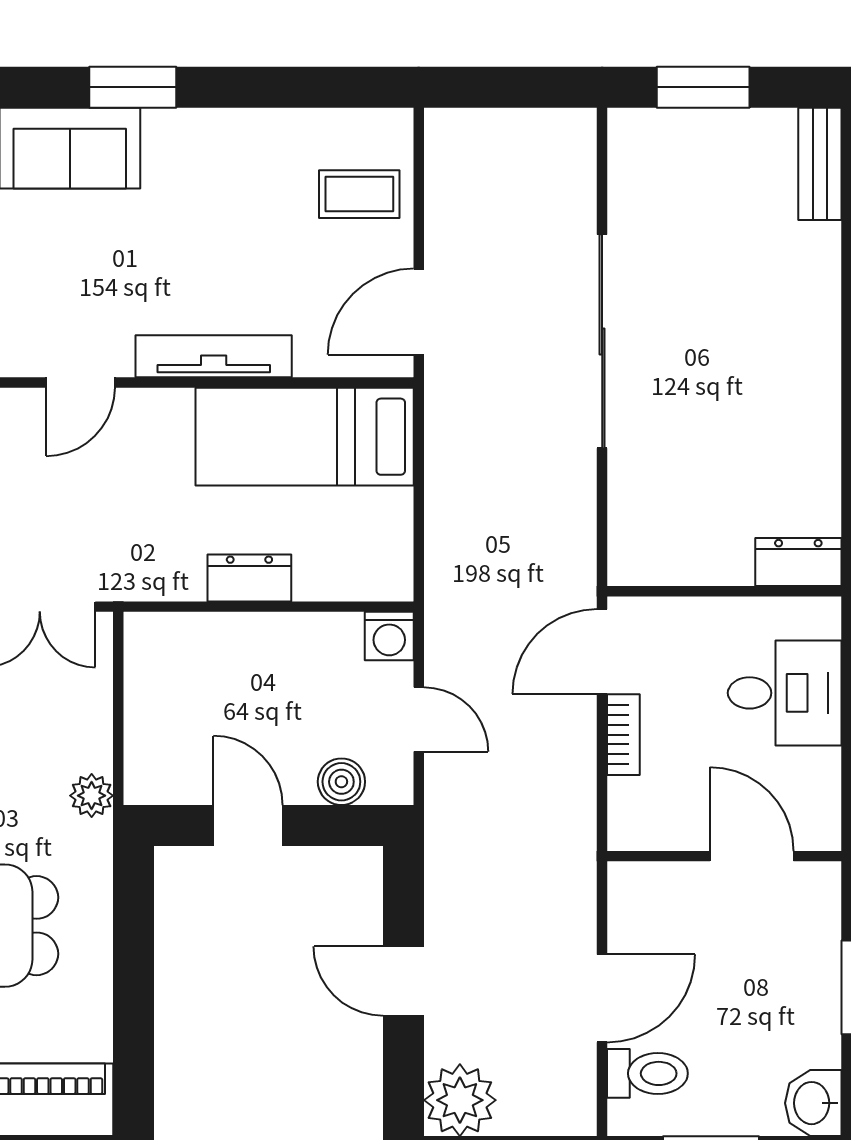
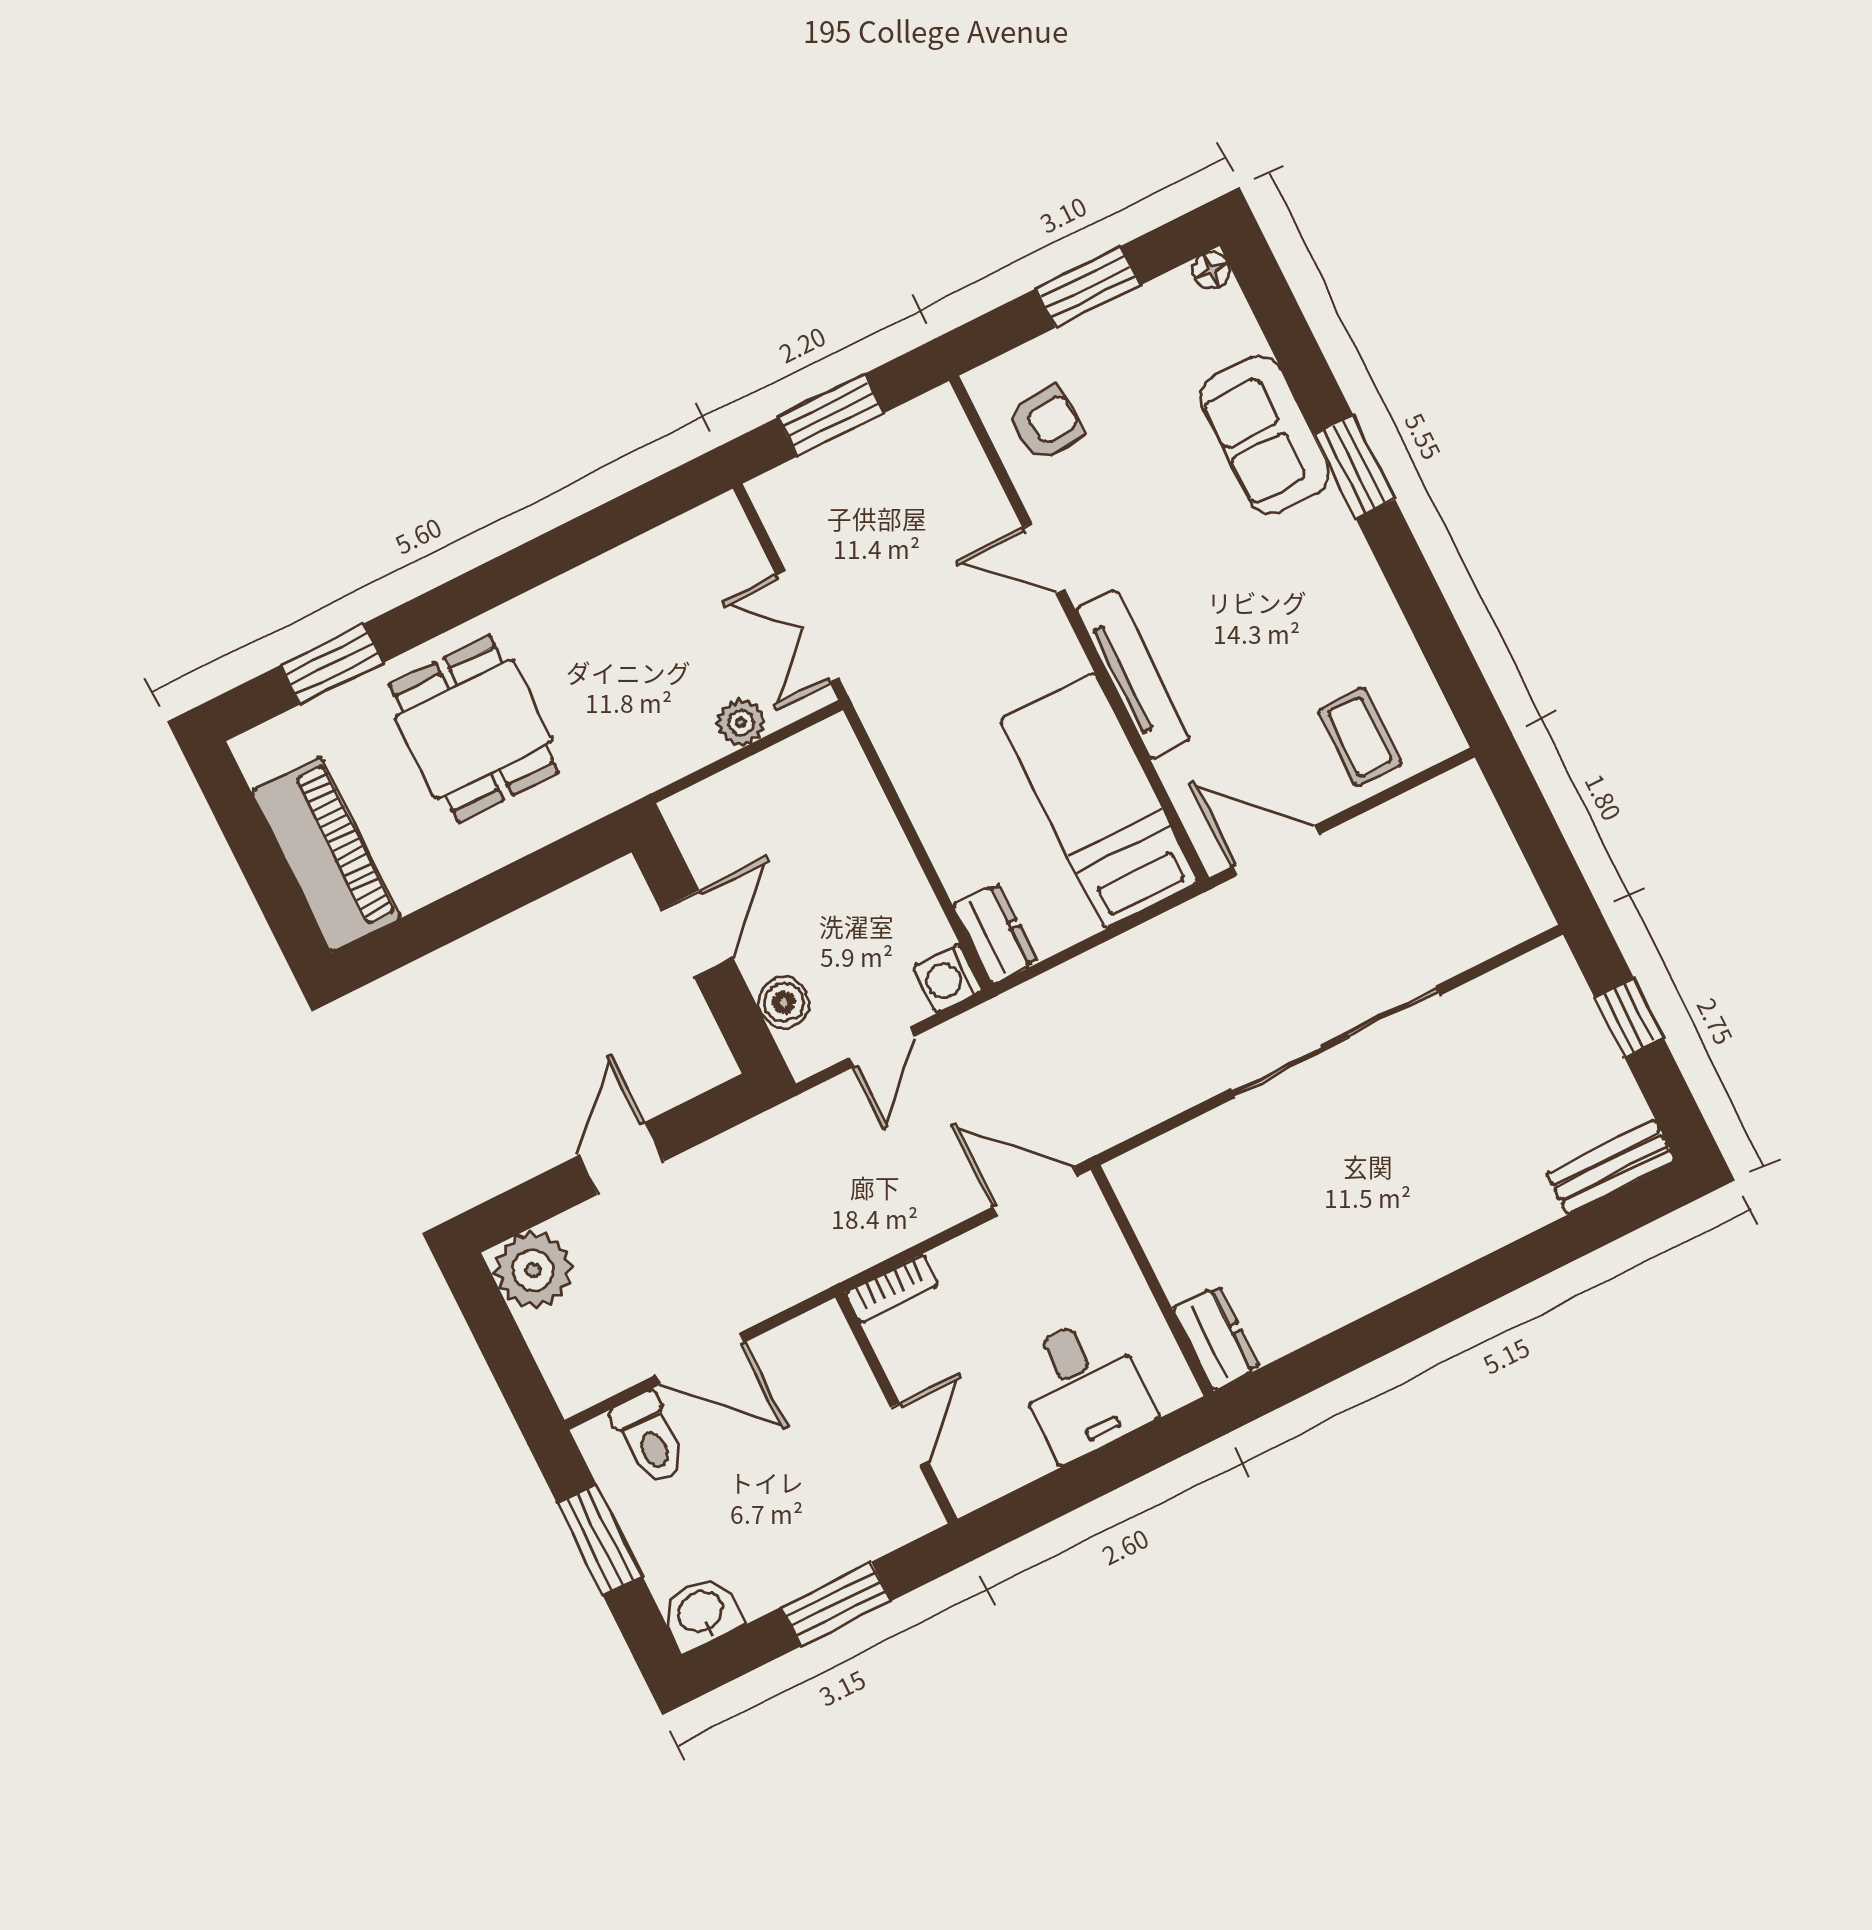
window: (703, 87) -> (1629, 1017), width x0.67
dresser: (249, 578) -> (995, 934), moved
bookcase: (623, 735) -> (892, 1289), moved
plant: (92, 796) -> (741, 723), moved
door: (752, 856) -> (910, 1435), width x0.73

